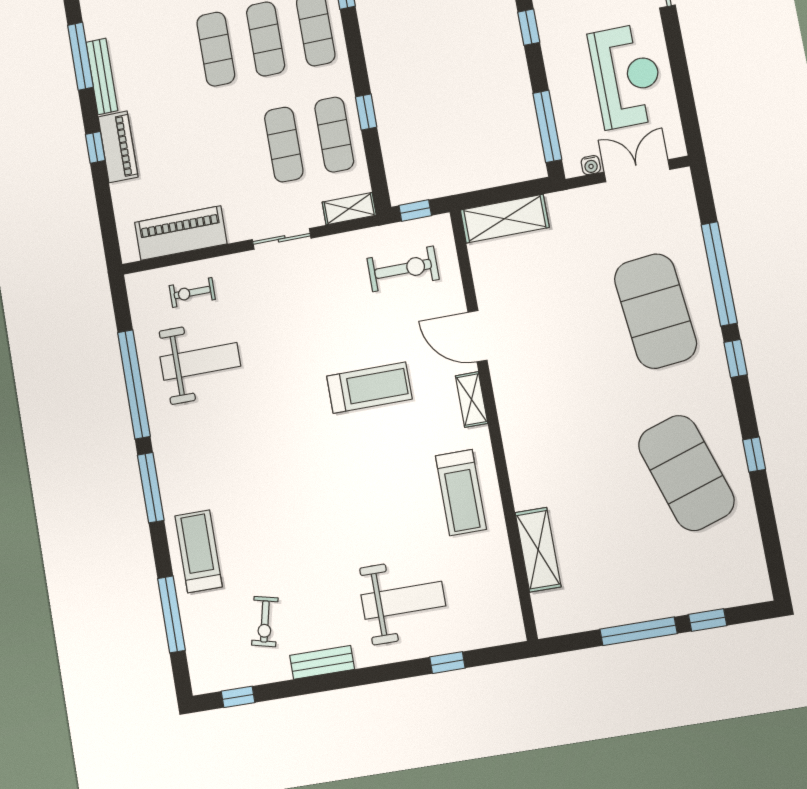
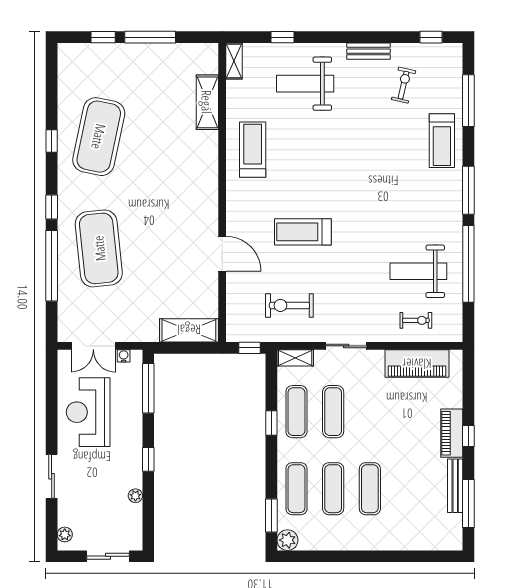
exercise bike: (403, 269) -> (289, 305), moved
shelving: (472, 400) -> (234, 61), moved
exercise mat: (686, 473) -> (99, 137), turned 30

